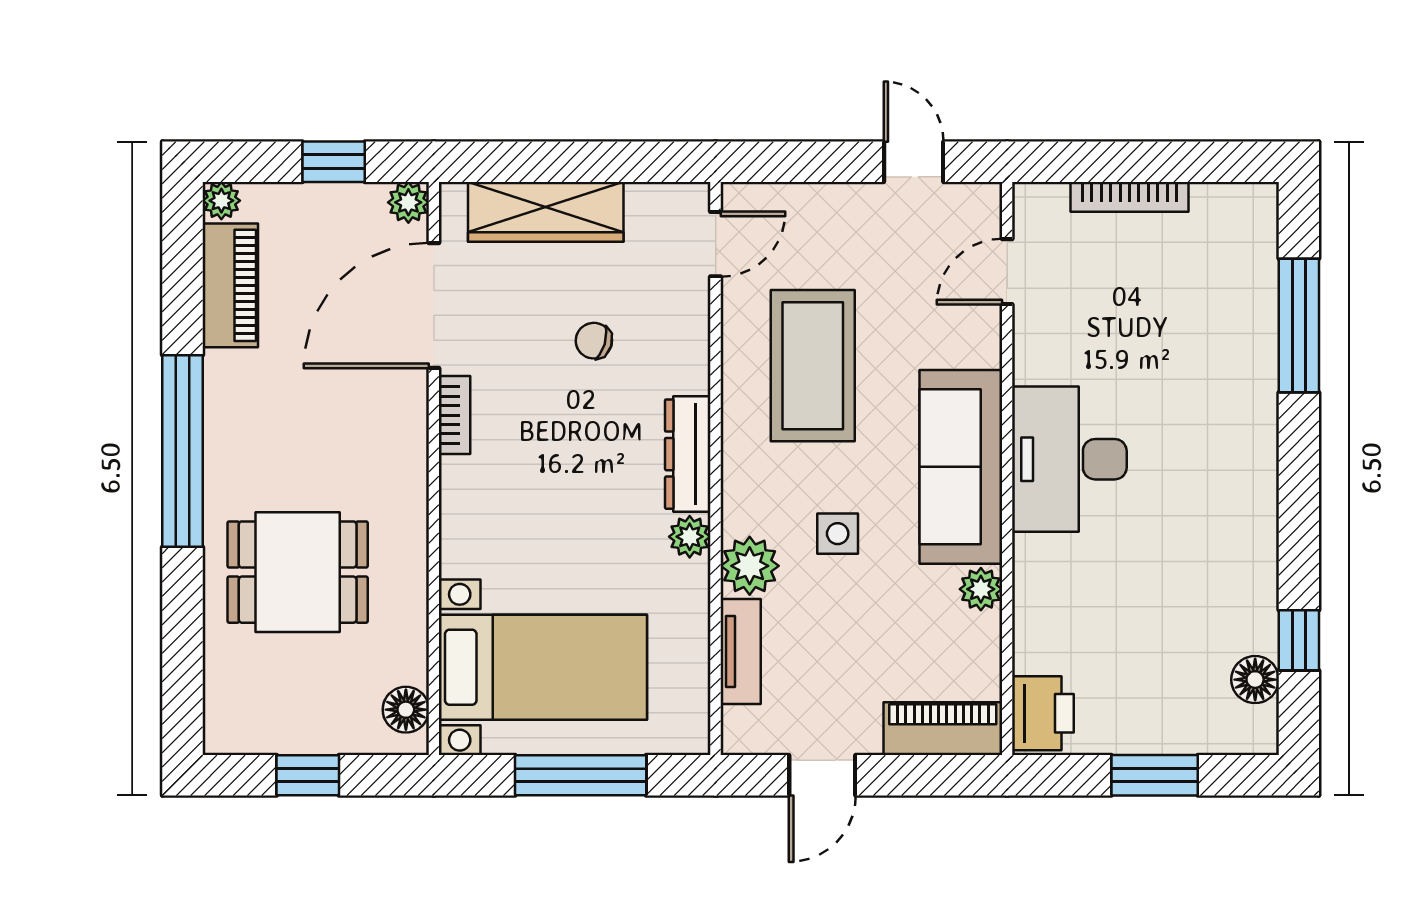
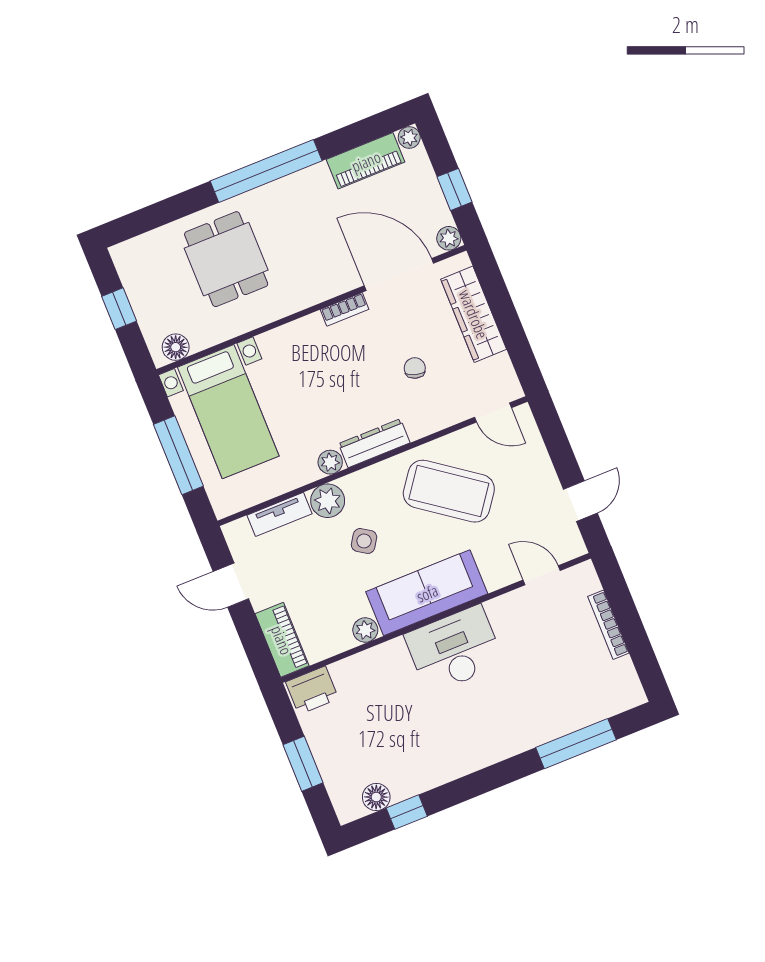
coffee table: (813, 366) -> (449, 491), turned 36
side table: (838, 534) -> (364, 541), turned 33

